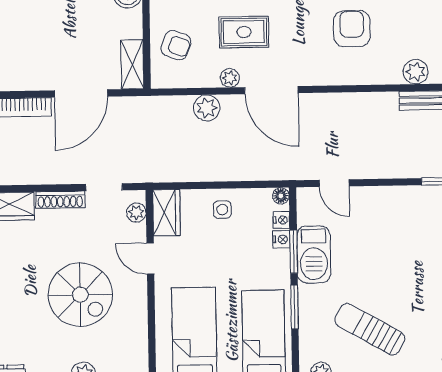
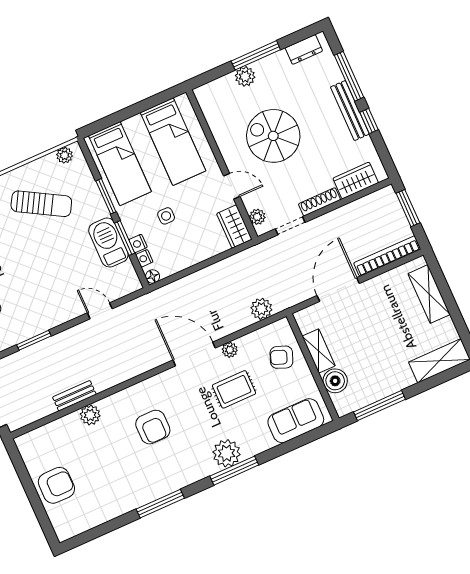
shelving: (132, 64) -> (319, 351), moved
plant: (207, 108) -> (261, 309), moved
door: (334, 183) -> (100, 311), moved
side table: (222, 210) -> (166, 216), moved

